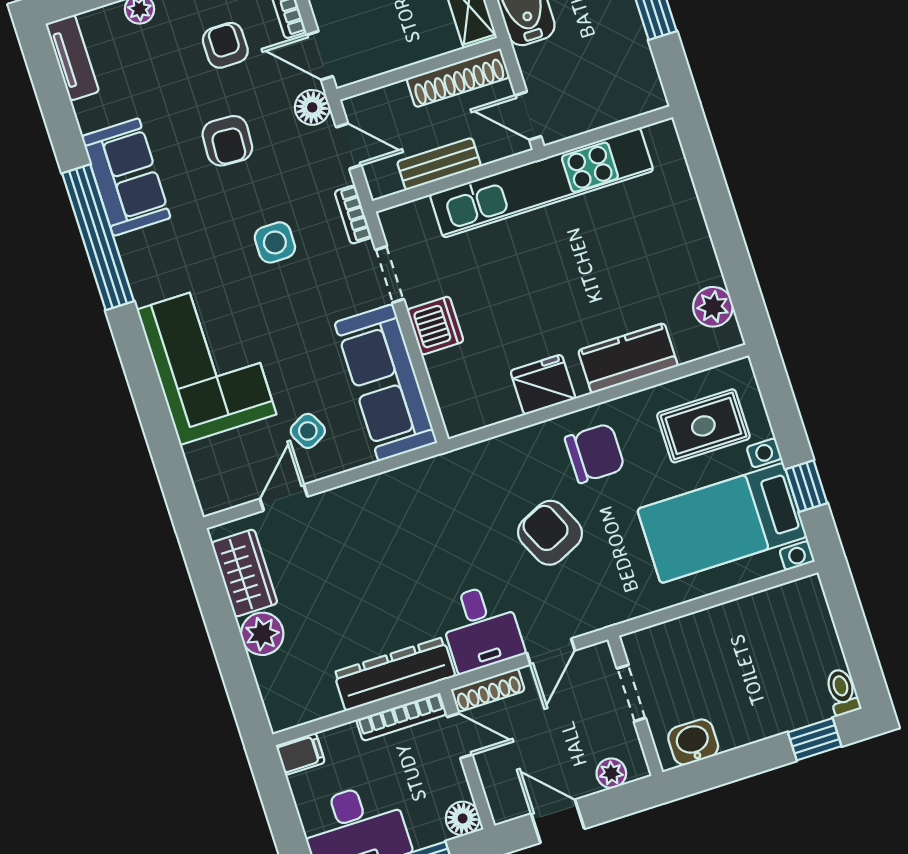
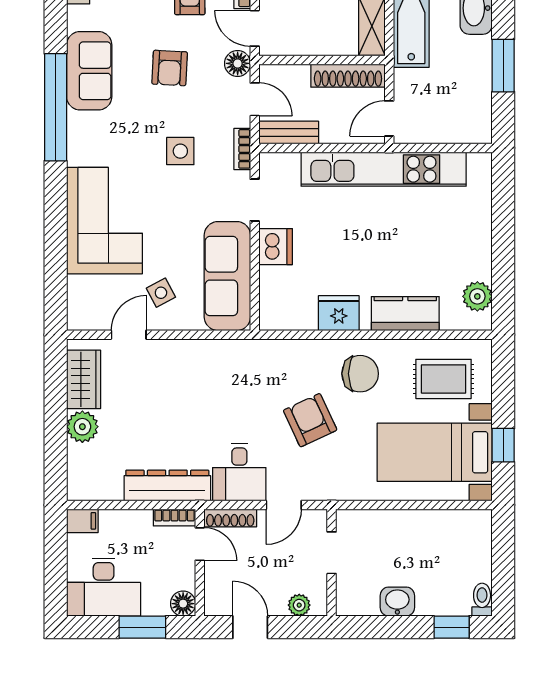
door: (528, 116) -> (389, 118), hinge flipped
bench: (439, 164) -> (289, 133), moved
bookcase: (401, 717) -> (174, 518), width x0.64
washbasin: (693, 742) -> (397, 602), moved

